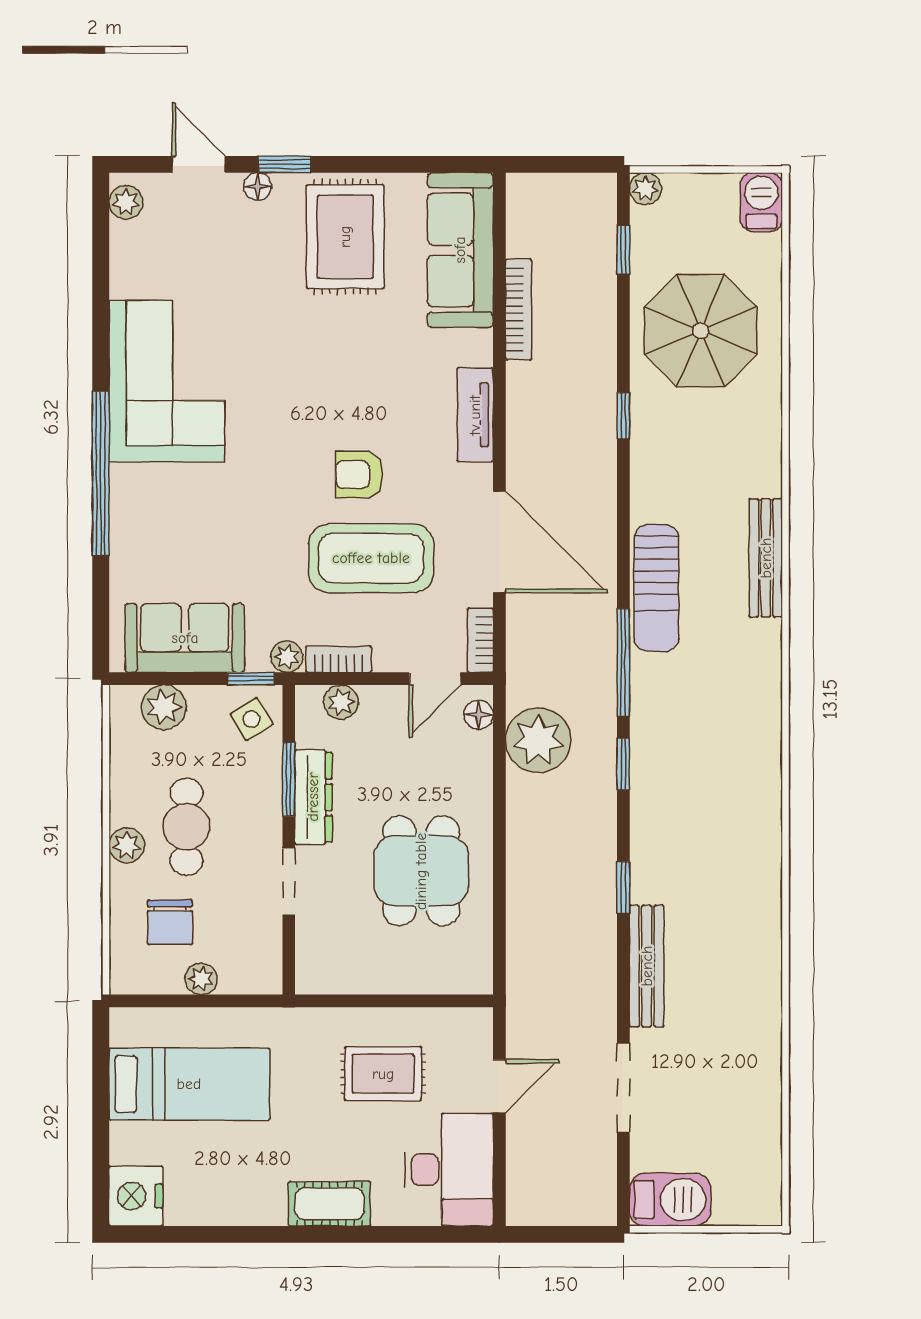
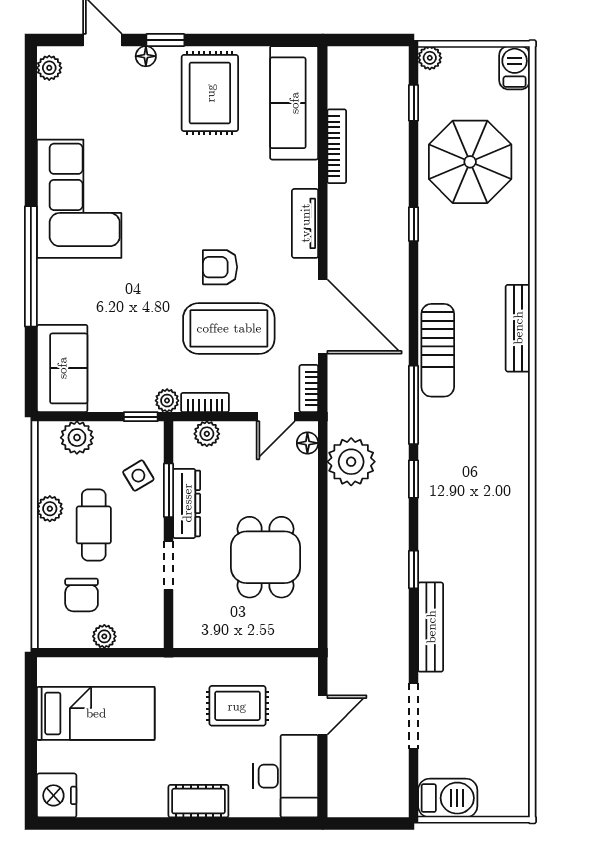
sofa: (185, 638) -> (62, 368), moved, turned 90
side table: (252, 719) -> (138, 476), moved
plant: (127, 845) -> (50, 509), moved

